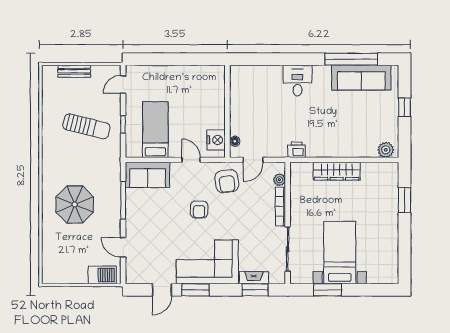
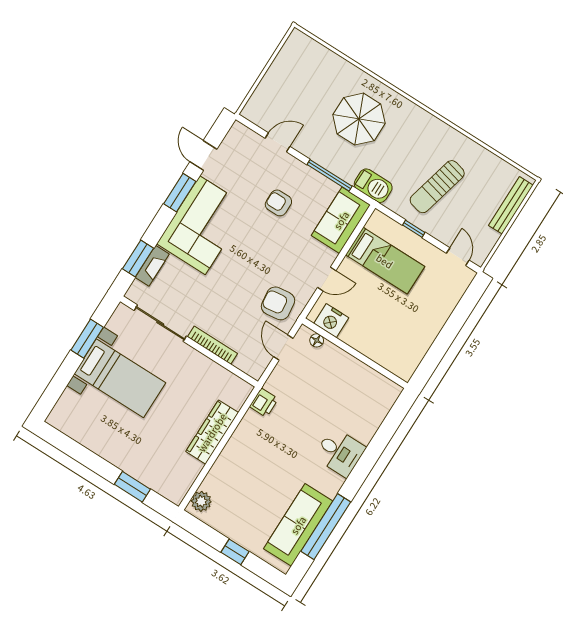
bench: (74, 71) -> (511, 205), width x1.36
plant: (279, 180) -> (243, 363), removed
armchair: (199, 209) -> (278, 203), moved
barbecue: (102, 275) -> (373, 186), moved, turned -90

